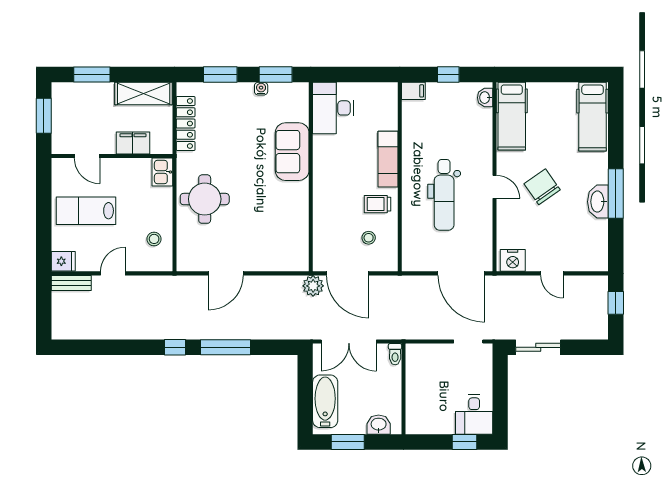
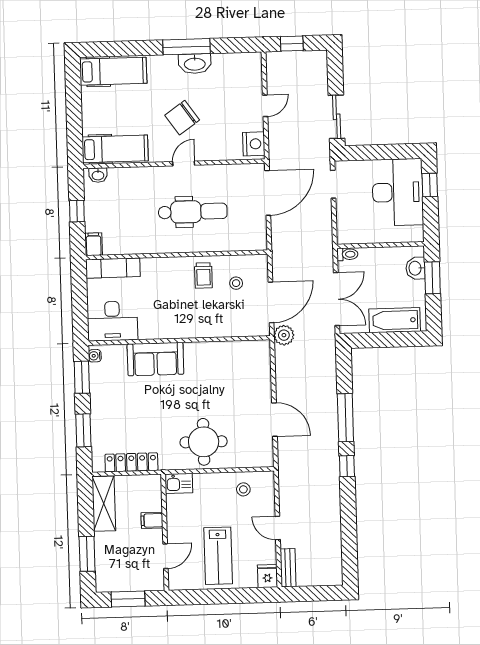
water cooler: (261, 89) -> (95, 356), moved
filing cabinet: (133, 143) -> (152, 520), width x0.50
exam couch: (388, 159) -> (113, 268), moved
desk: (474, 414) -> (398, 192), width x1.87, depth x1.30
window: (348, 442) -> (432, 278), moved

